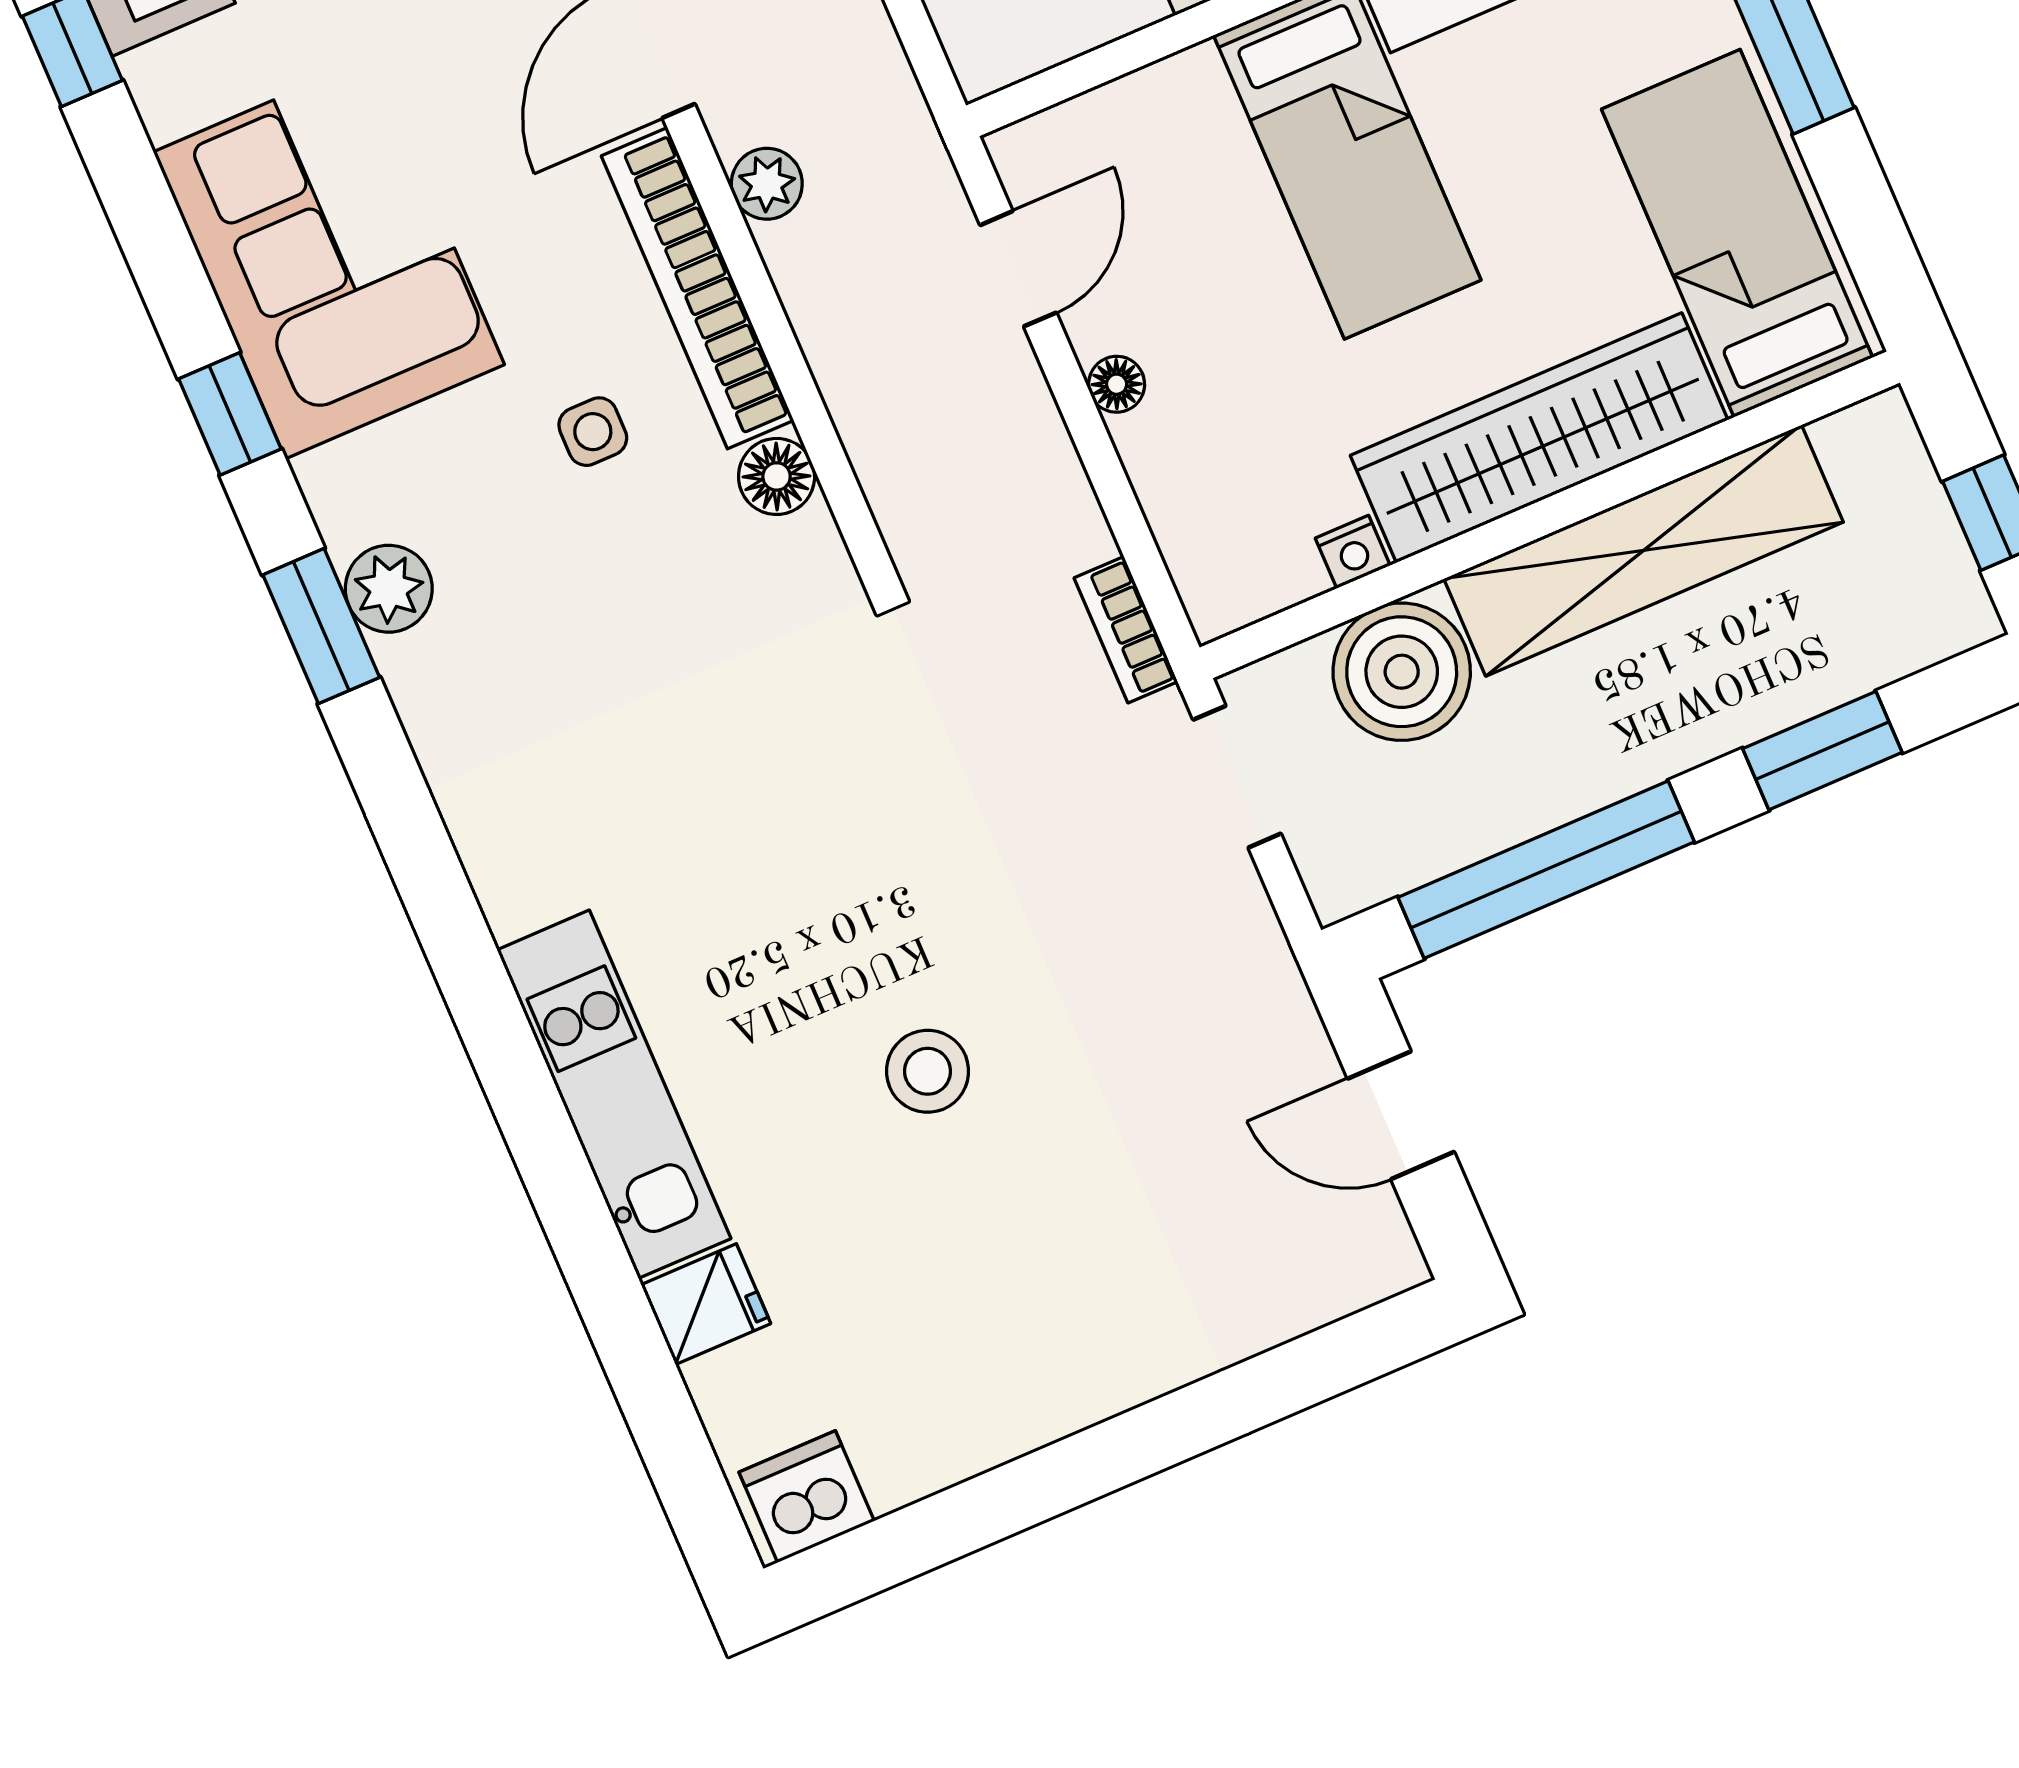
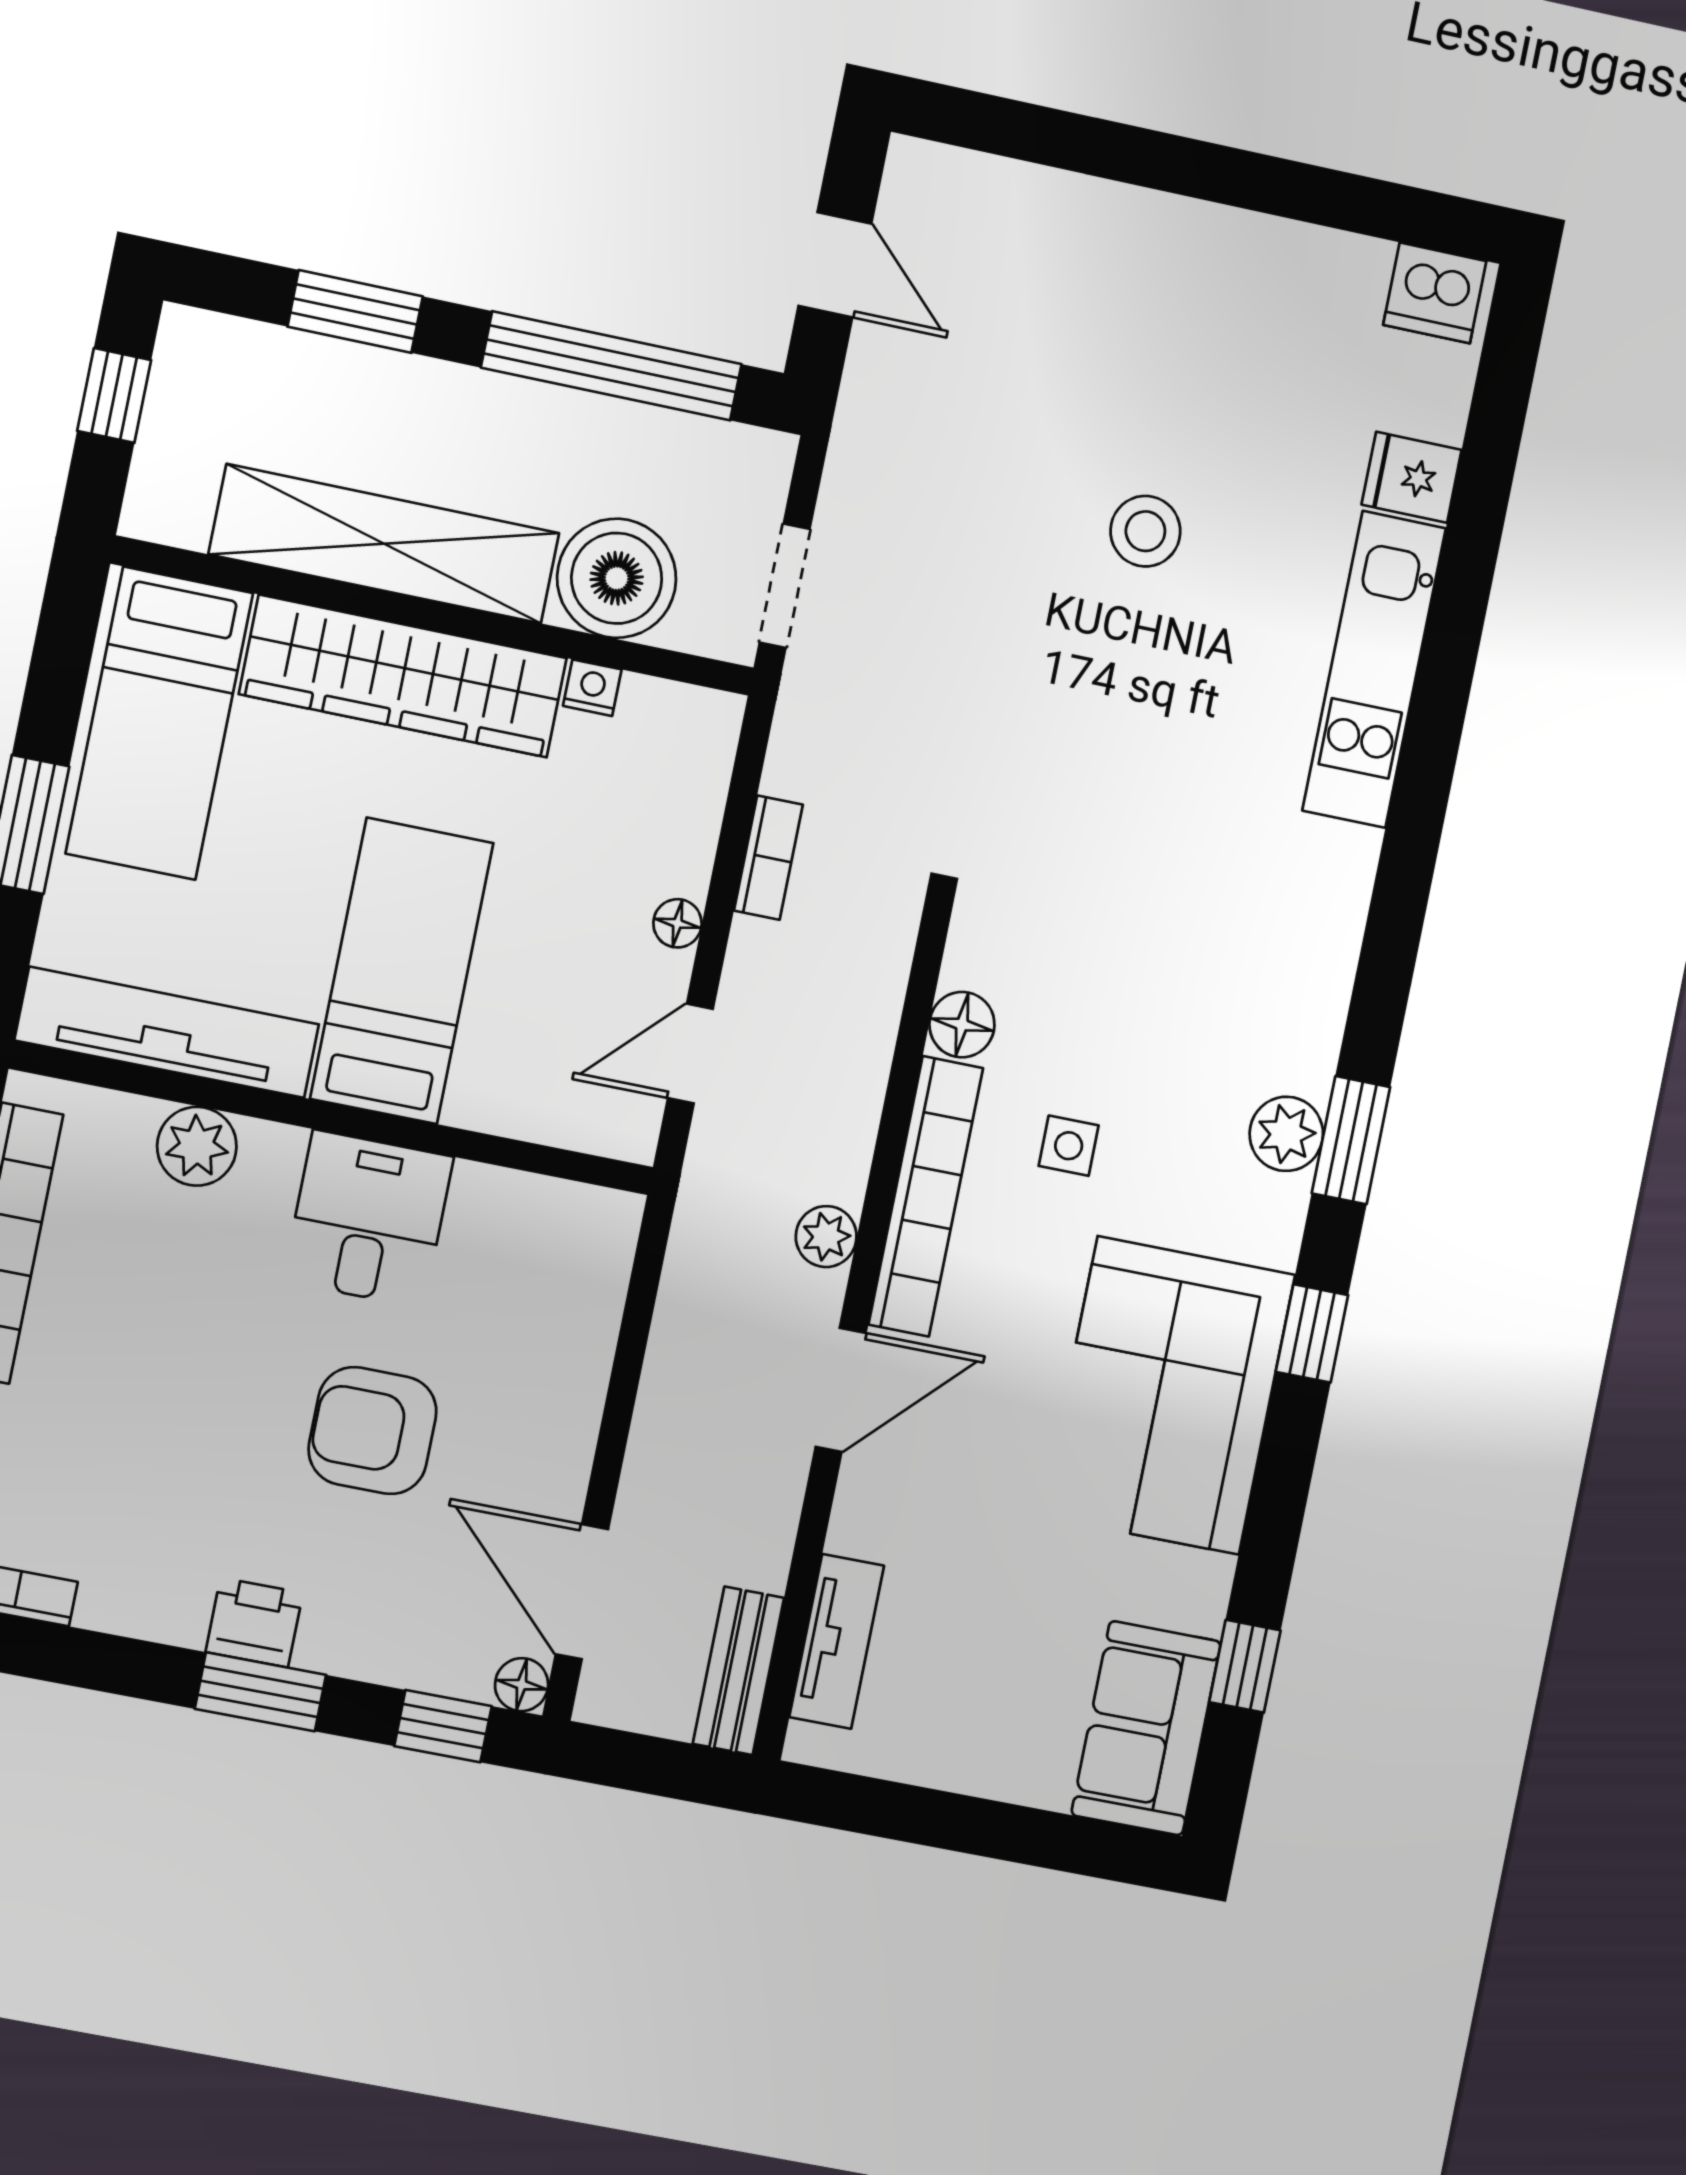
bookcase: (1126, 630) -> (768, 858), moved

